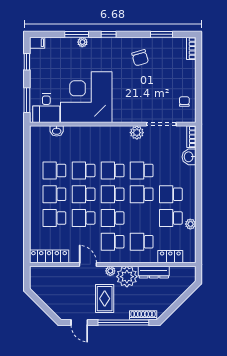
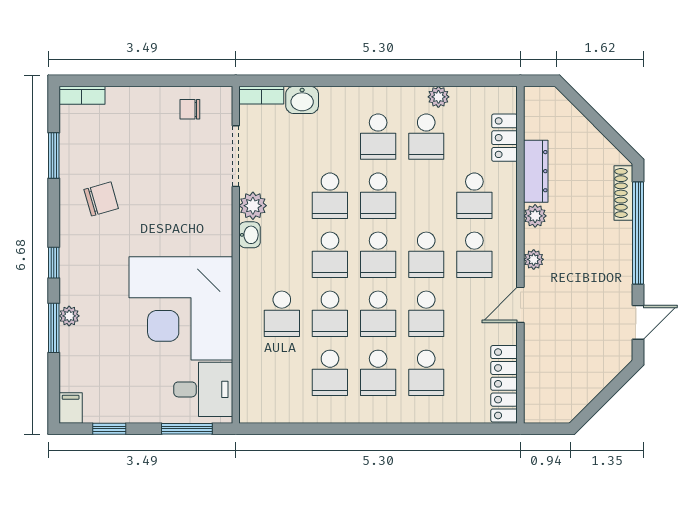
washbasin: (57, 131) -> (250, 235), moved
school desk: (84, 147) -> (282, 314), added
plant: (127, 277) -> (535, 216), width x0.53, depth x0.53
rug: (105, 299) -> (590, 271), removed

